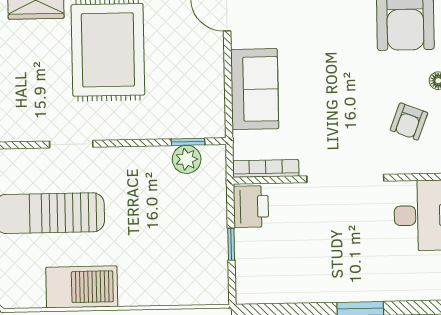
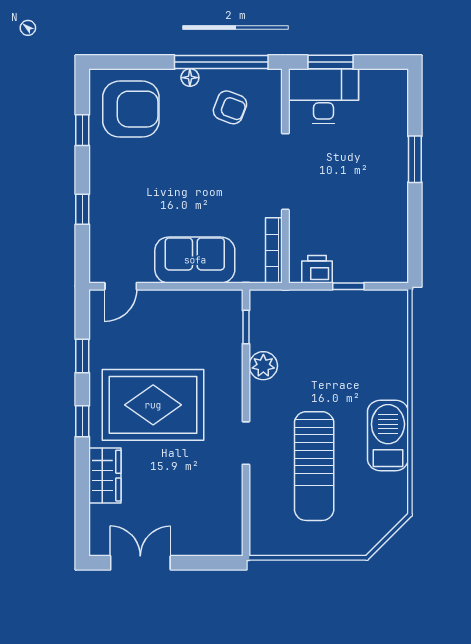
plant: (187, 159) -> (263, 366), moved
printer: (251, 207) -> (317, 269), width x0.73, depth x0.81

